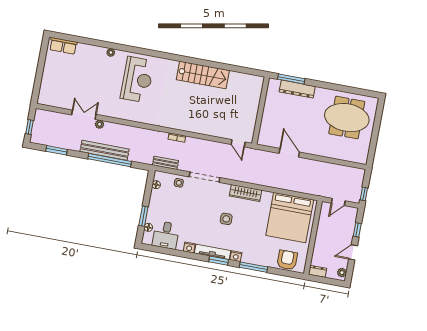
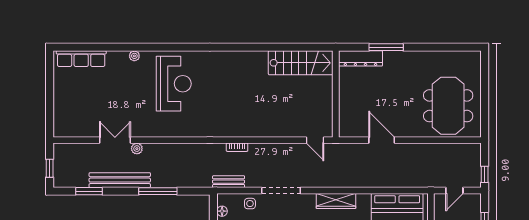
row of seats: (63, 46) -> (81, 59), width x1.48
stairs: (203, 75) -> (301, 63), moved
window: (291, 79) -> (386, 47), moved
dresser: (297, 89) -> (360, 58), moved
meeting table: (347, 118) -> (448, 106), moved, turned 90
bench: (105, 150) -> (120, 180), moved
window: (110, 160) -> (158, 191), width x0.68

